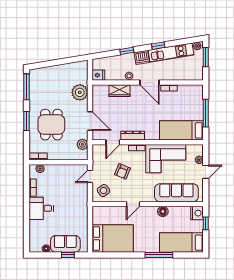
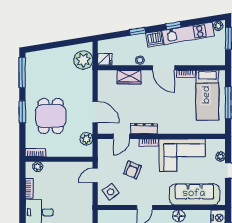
plant: (80, 92) -> (83, 60), moved
bed: (181, 130) -> (207, 95), moved, turned -90

